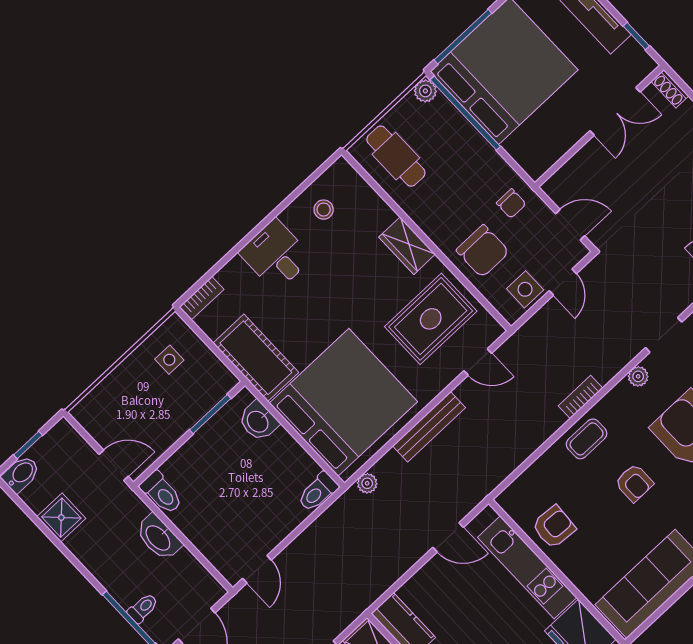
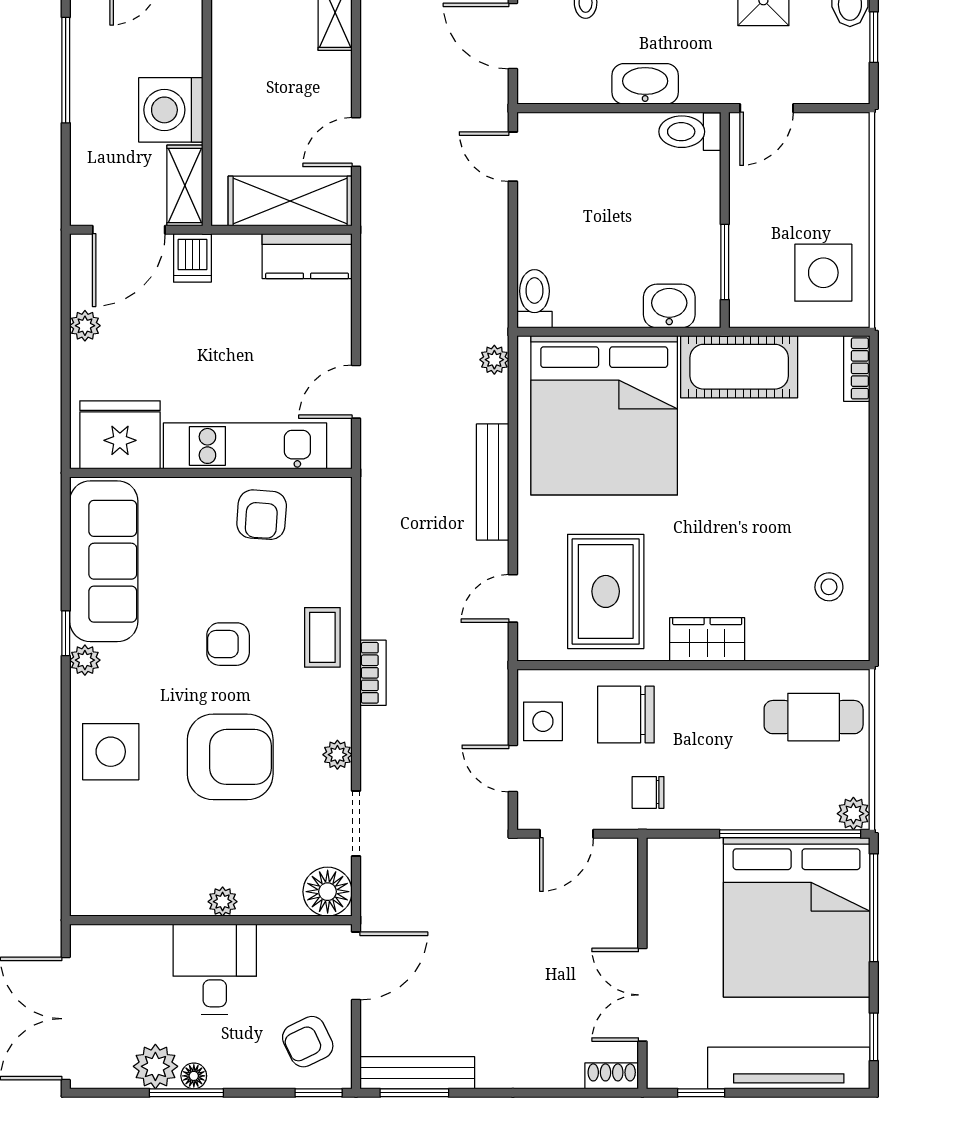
desk: (276, 255) -> (829, 490), removed
side table: (169, 360) -> (823, 273), width x1.87, depth x1.87

